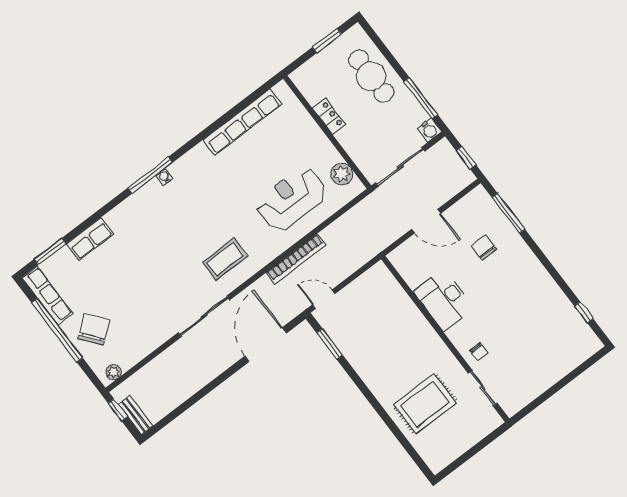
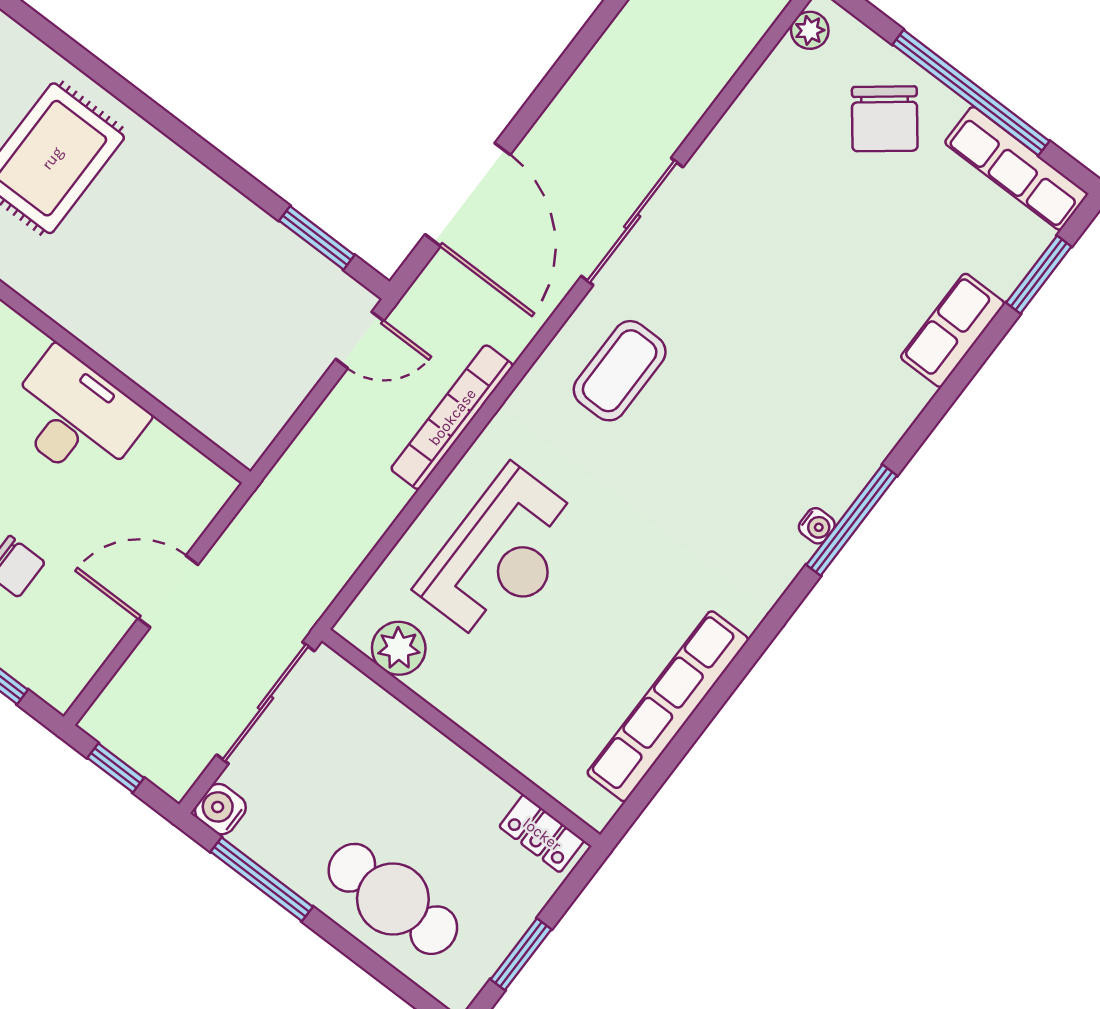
locker: (329, 116) -> (542, 834), moved

